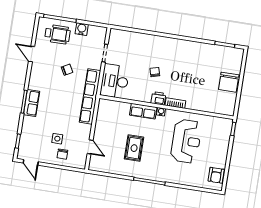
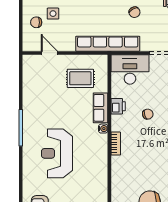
printer: (158, 98) -> (118, 106), moved
reception desk: (186, 141) -> (57, 153), moved, turned 90
door: (90, 147) -> (49, 53), swing flipped
rug: (134, 148) -> (80, 78), moved

